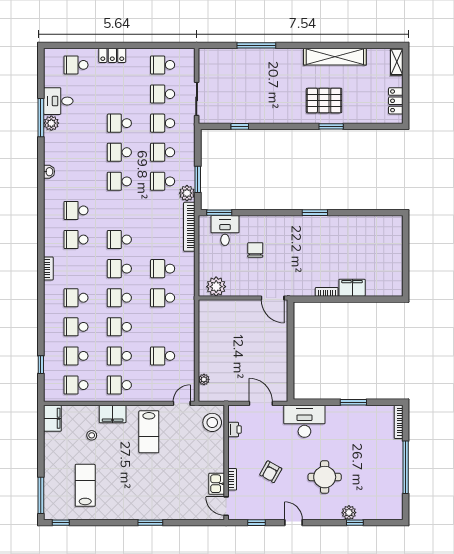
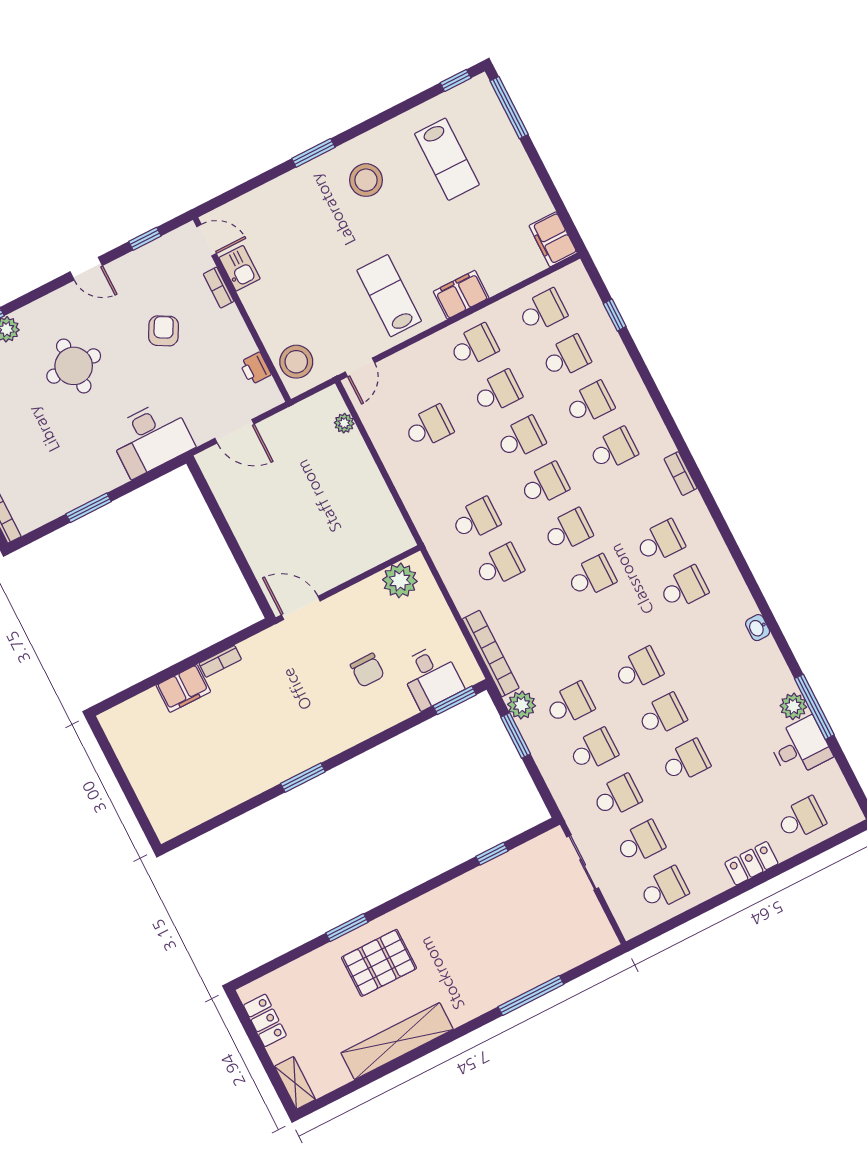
stool: (92, 435) -> (366, 180), moved, width x1.89, depth x1.89

